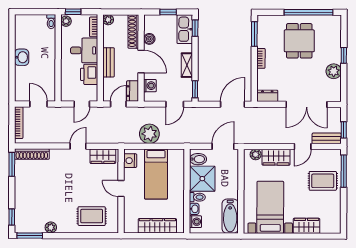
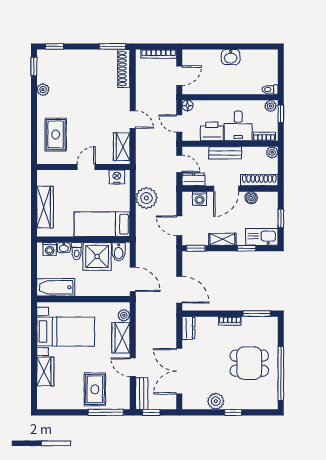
window: (195, 28) -> (247, 248), moved
floor lamp: (66, 96) -> (187, 106), added
bed: (156, 174) -> (102, 224), moved
window: (30, 236) -> (34, 66), width x0.67

